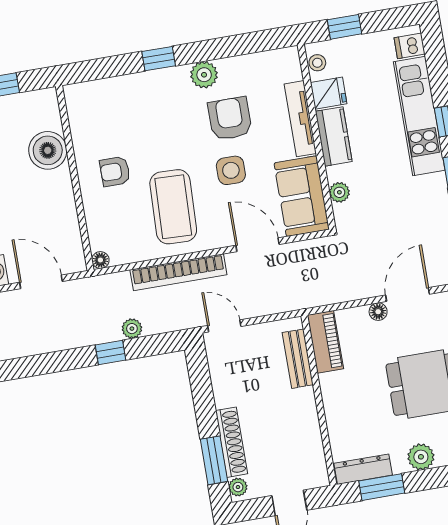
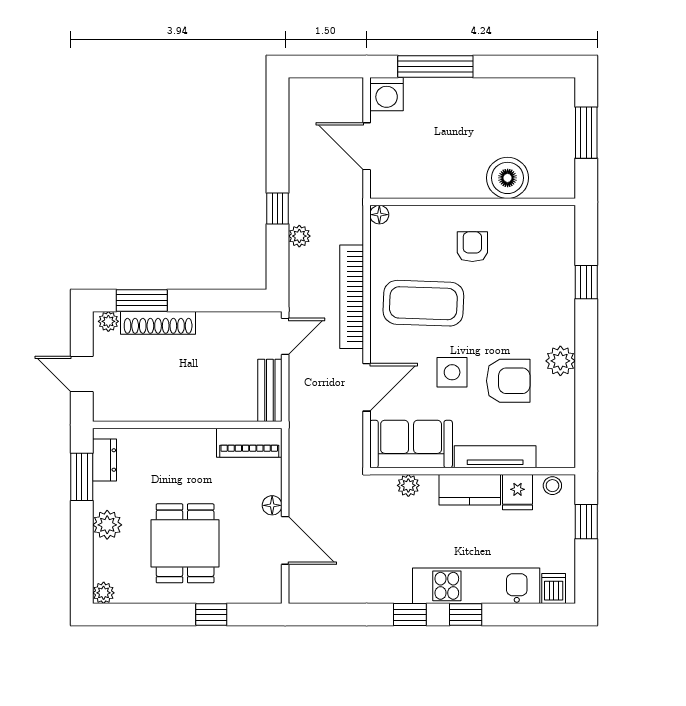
window: (159, 59) -> (586, 282), moved
door: (41, 282) -> (367, 146), swing flipped
bench: (298, 359) -> (270, 390), moved, turned 90
dresser: (363, 469) -> (105, 460), width x0.70

